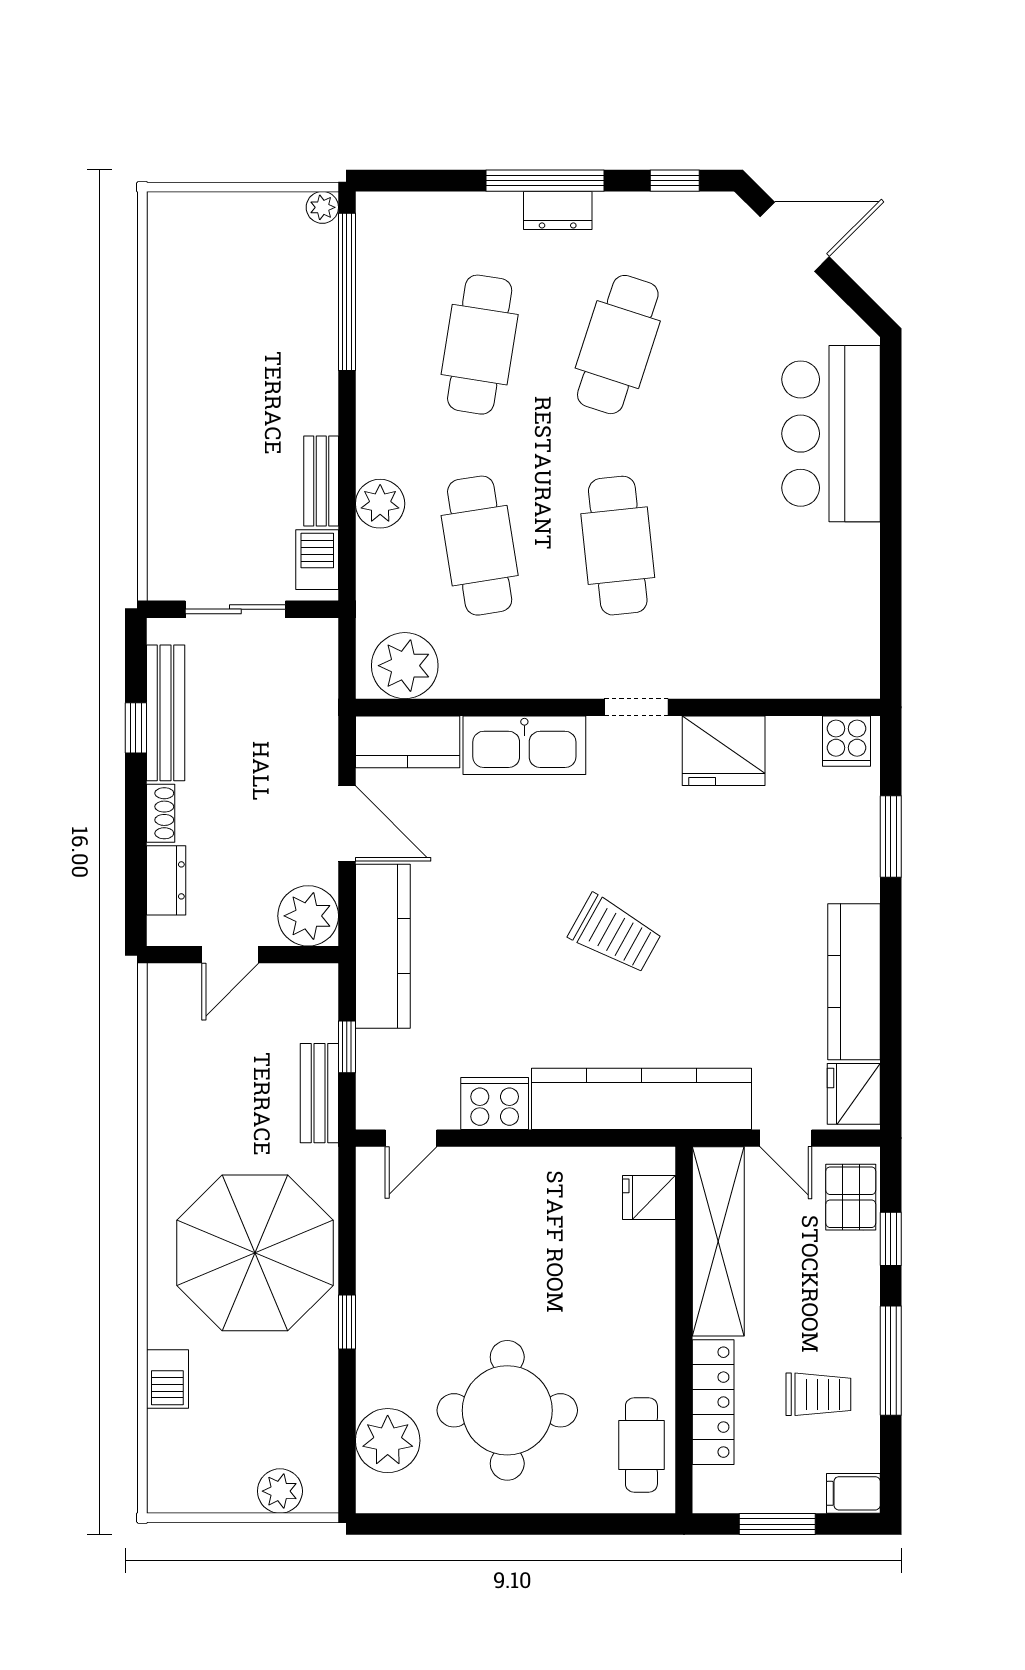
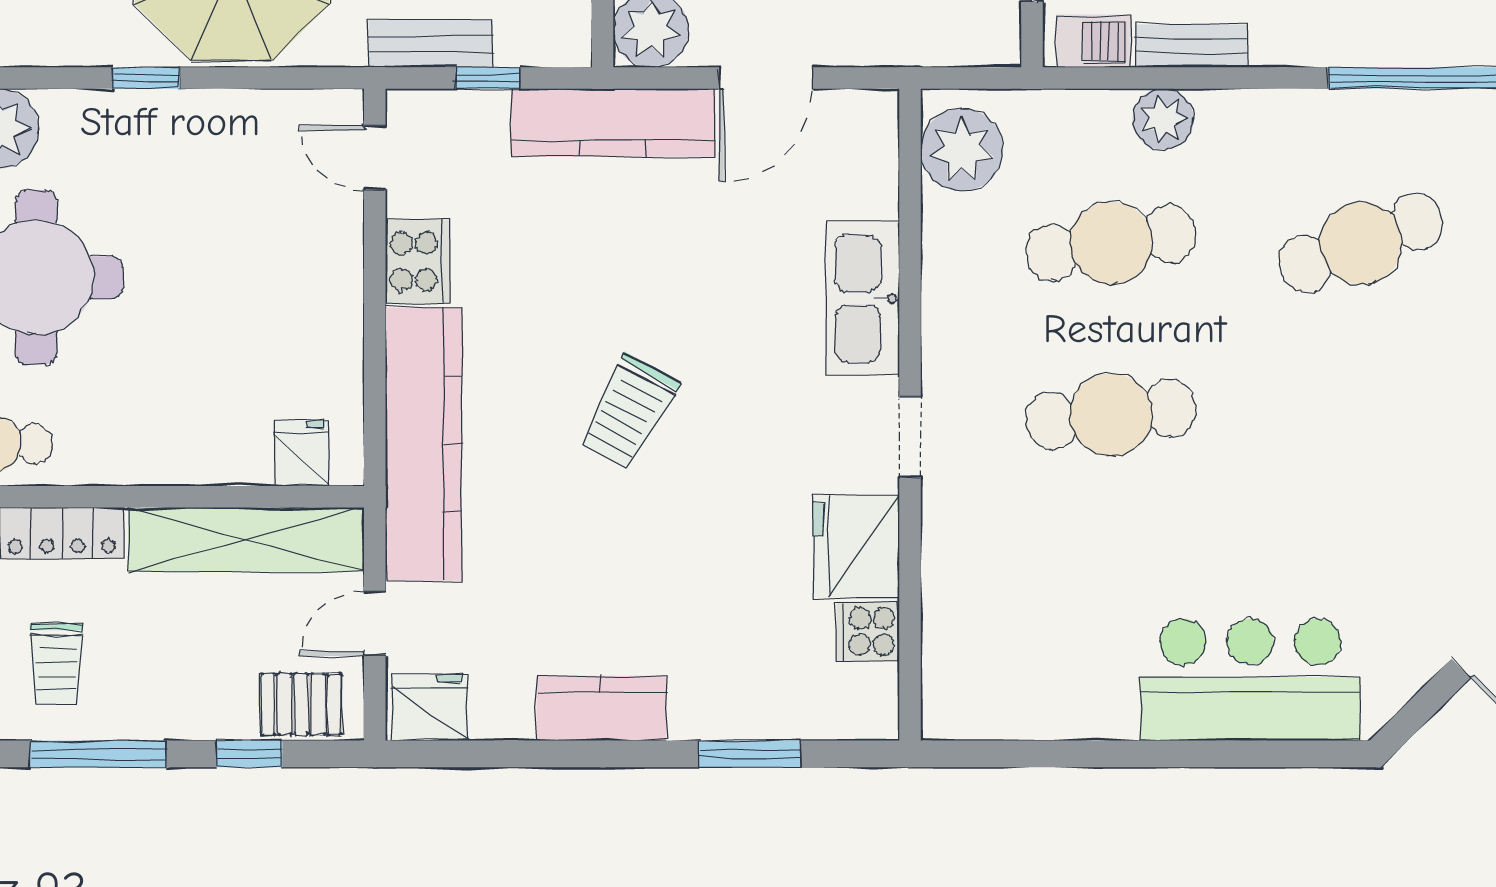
cafe table: (480, 345) -> (1361, 243), turned -30
cafe table: (618, 345) -> (1361, 415), removed
cooker: (847, 741) -> (868, 631), moved
kitchen counter: (408, 742) -> (867, 153), removed
kitchen counter: (854, 982) -> (601, 708), width x0.67

